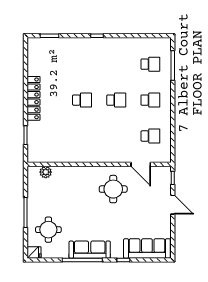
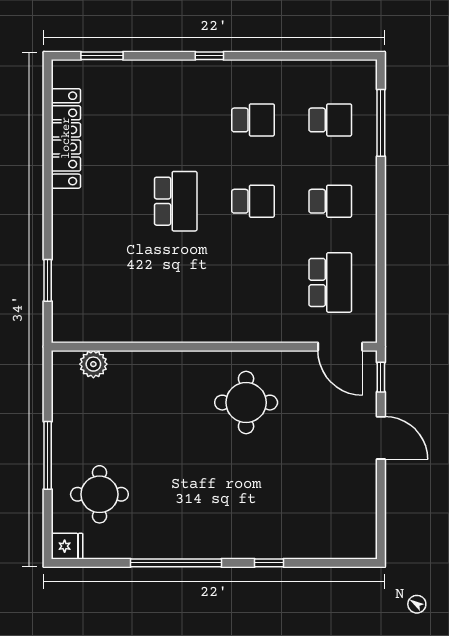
school desk: (116, 64) -> (253, 120), added
locker: (34, 98) -> (66, 138), moved
school desk: (82, 100) -> (176, 201), width x1.85
school desk: (150, 136) -> (330, 282), width x1.85
door: (141, 164) -> (340, 347), moved
sofa: (147, 248) -> (322, 537), removed
sofa: (90, 250) -> (193, 540), removed

